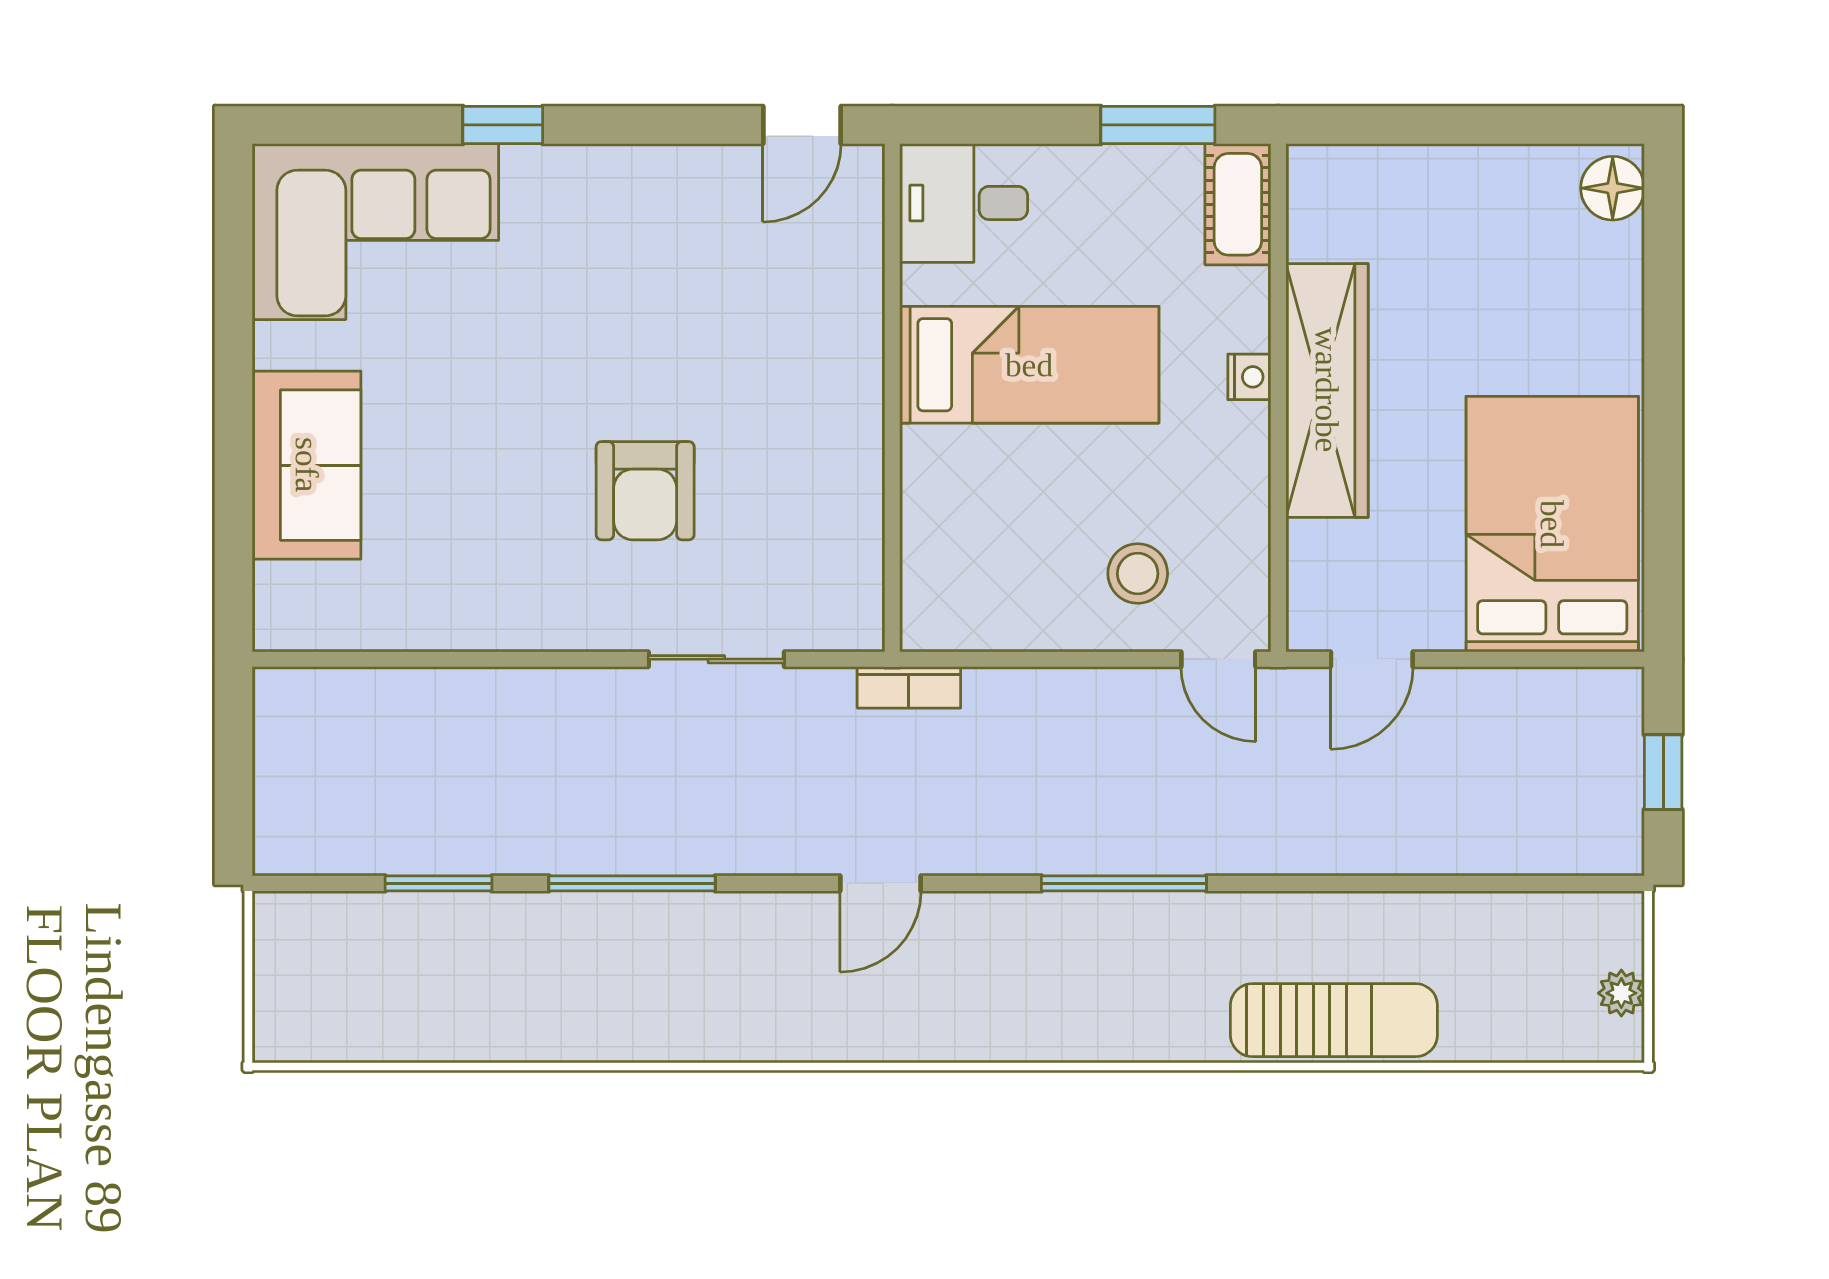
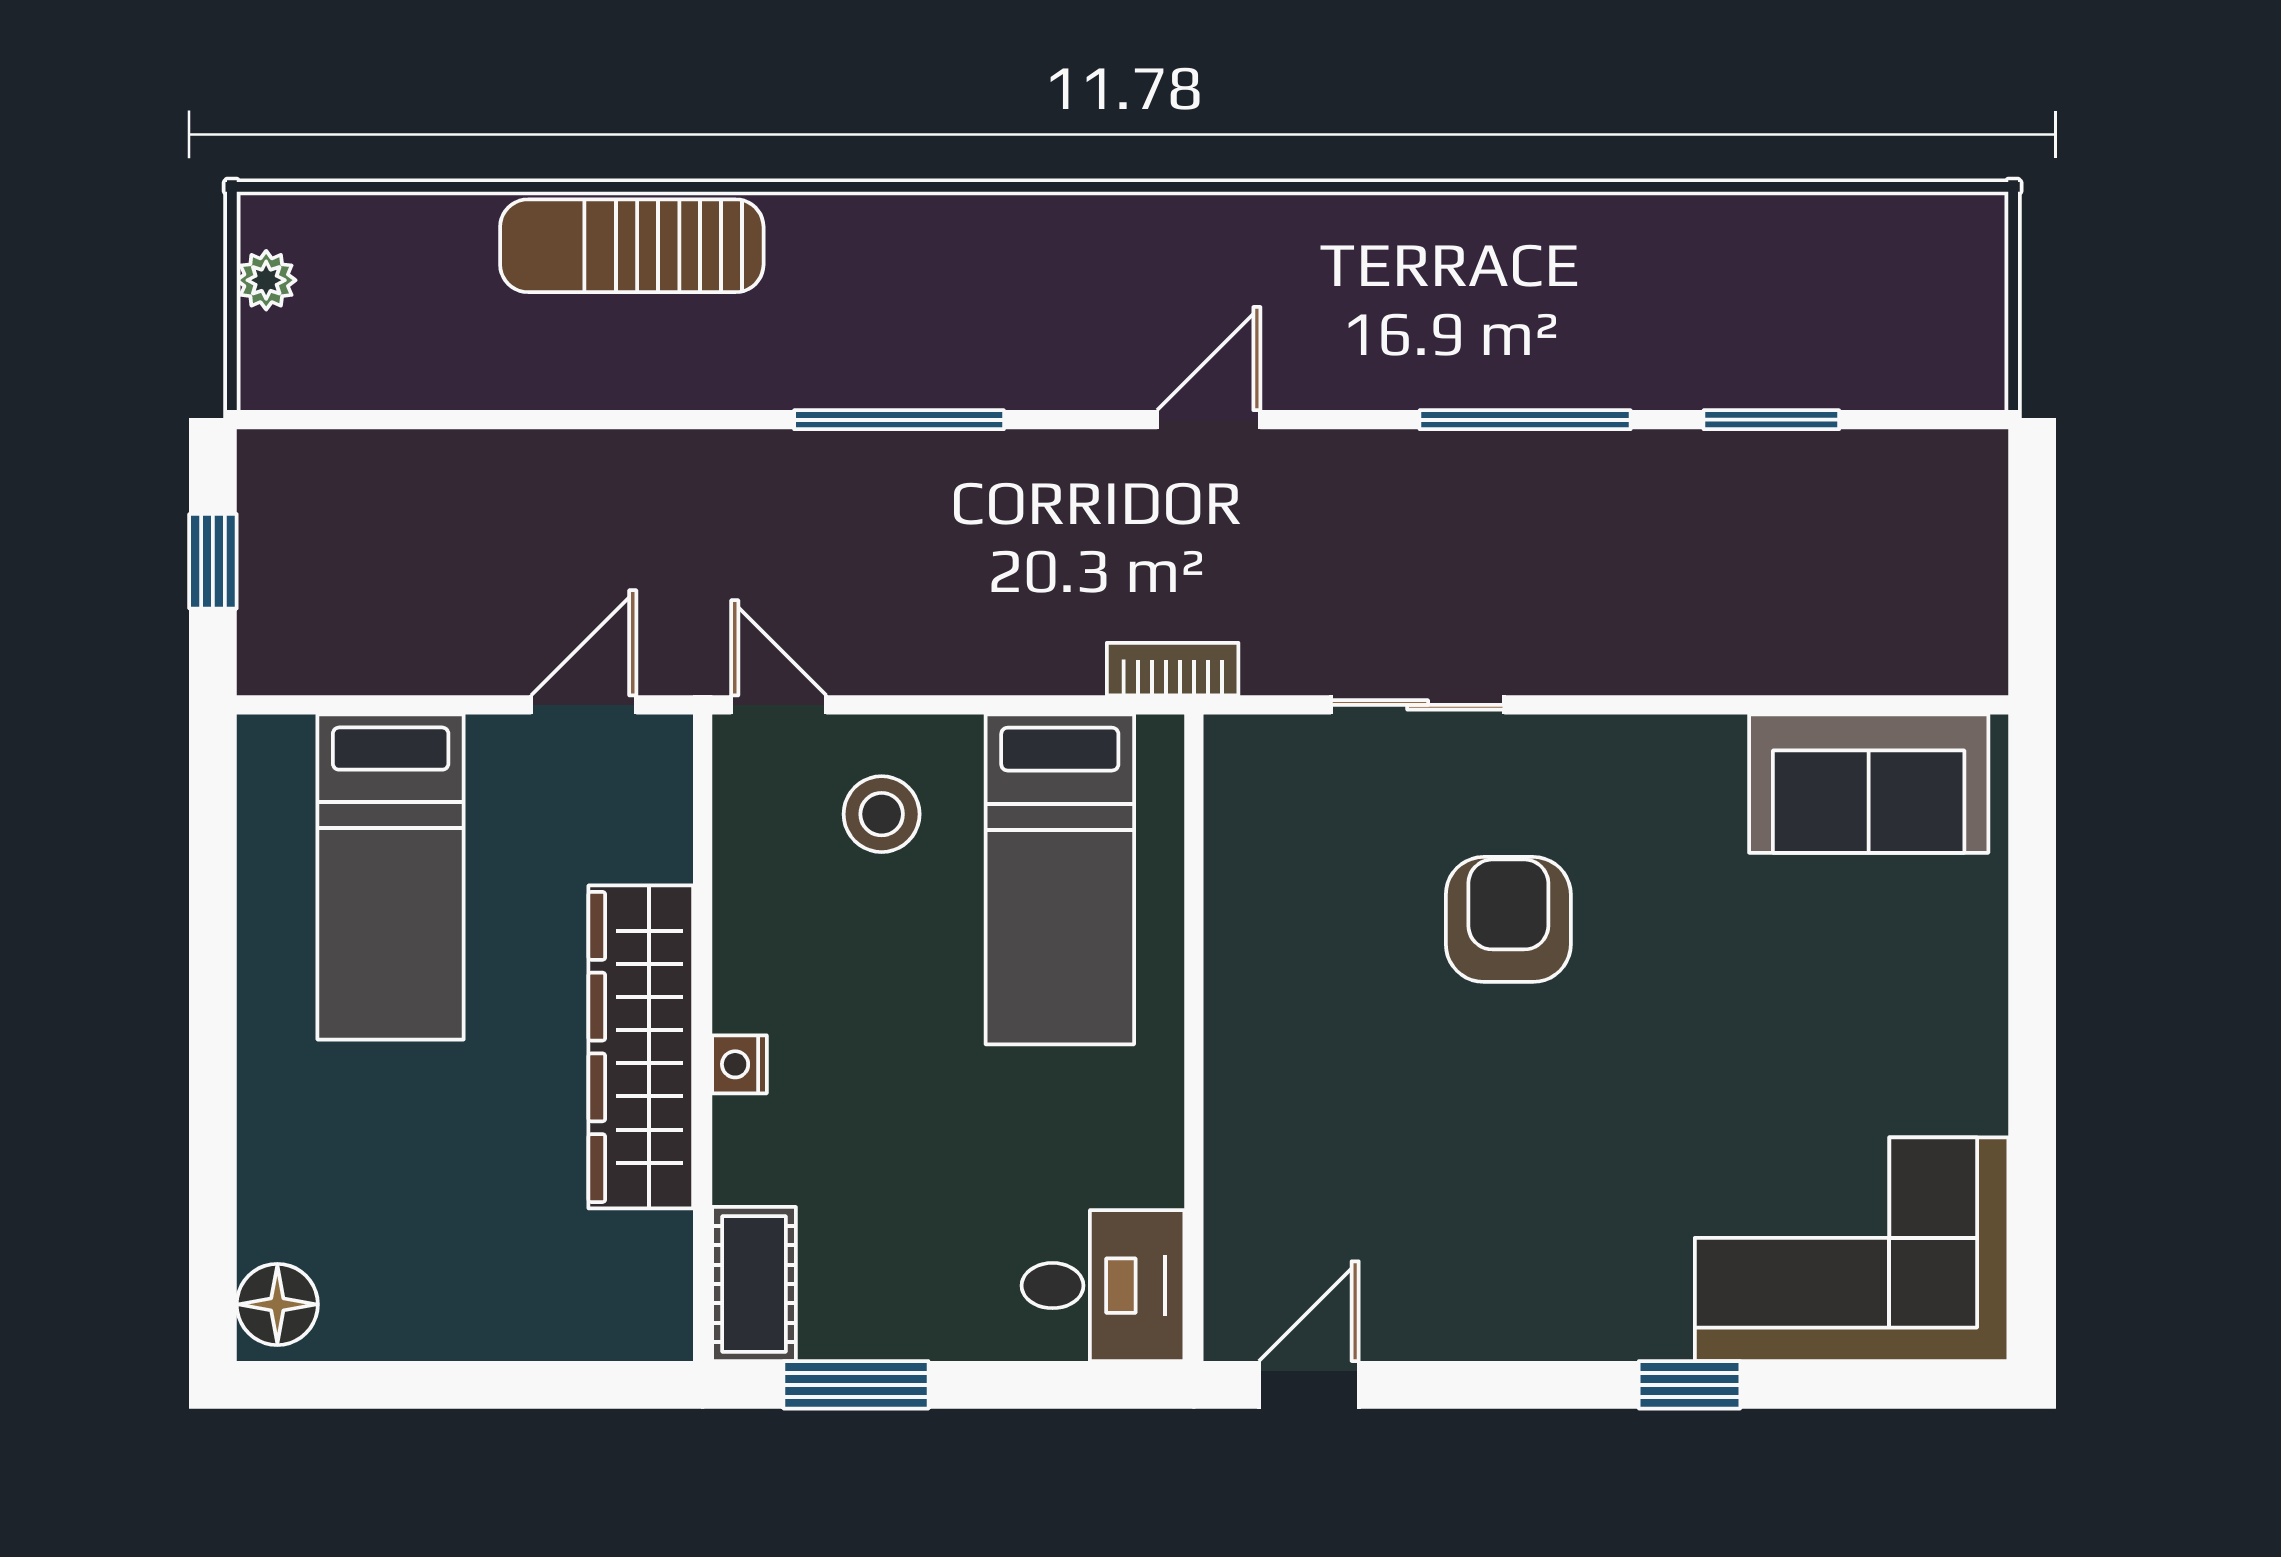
bed: (1029, 365) -> (1060, 879), moved, turned -90
sofa: (307, 465) -> (1869, 784), moved, turned -90
bed: (1552, 524) -> (391, 877), width x0.67

